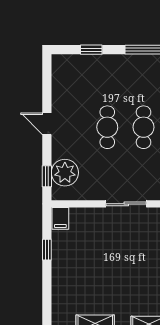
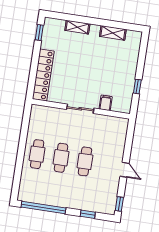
plant: (65, 173) -> (118, 136), removed
window: (47, 176) -> (119, 204), moved
filing cabinet: (60, 218) -> (106, 103), moved

